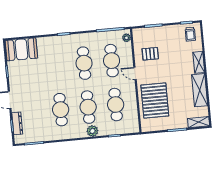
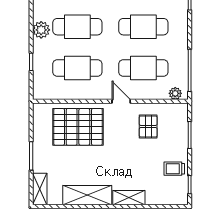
trolley: (190, 34) -> (174, 169), moved
door: (135, 73) -> (121, 101), hinge flipped

